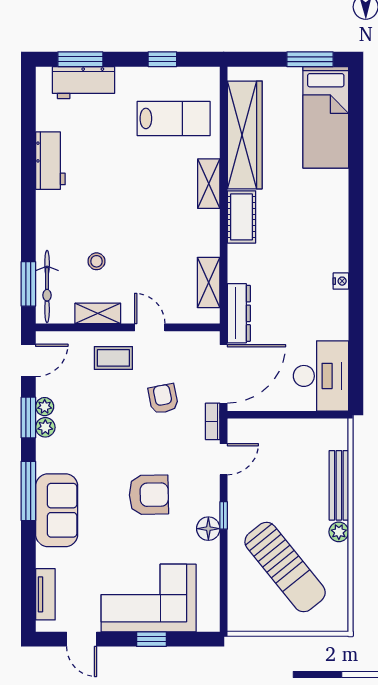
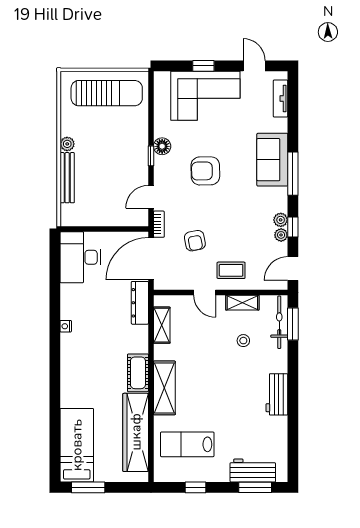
workbench: (50, 161) -> (277, 394), moved
shelving: (209, 184) -> (164, 388), width x1.50, depth x1.33
window: (28, 417) -> (293, 227), width x0.67
sun lounger: (285, 567) -> (107, 93), moved, turned 129

